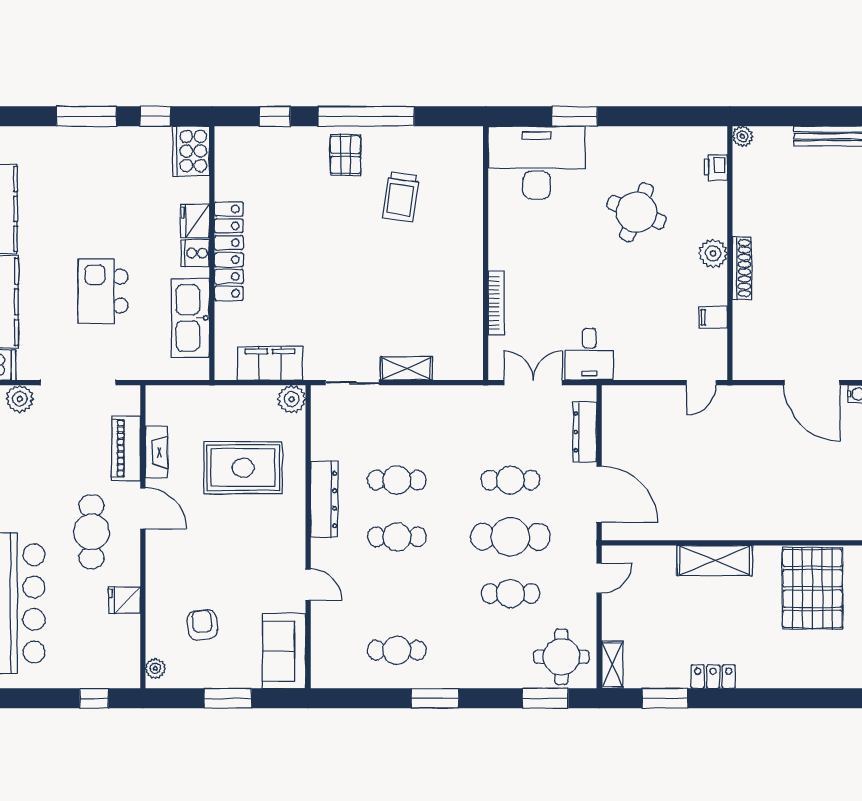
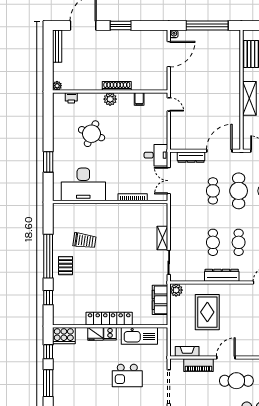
pallet: (346, 155) -> (65, 266), turned 90
desk: (537, 163) -> (83, 184), moved, turned -90
fireplace: (156, 452) -> (187, 351), moved

